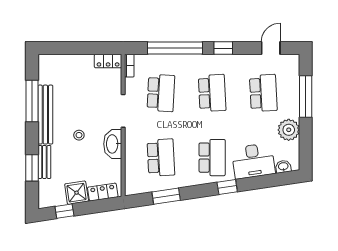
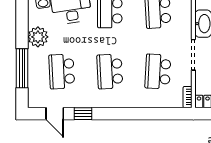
window: (175, 48) -> (145, 114), removed
window: (223, 48) -> (83, 114), moved
door: (271, 48) -> (55, 114), hinge flipped

